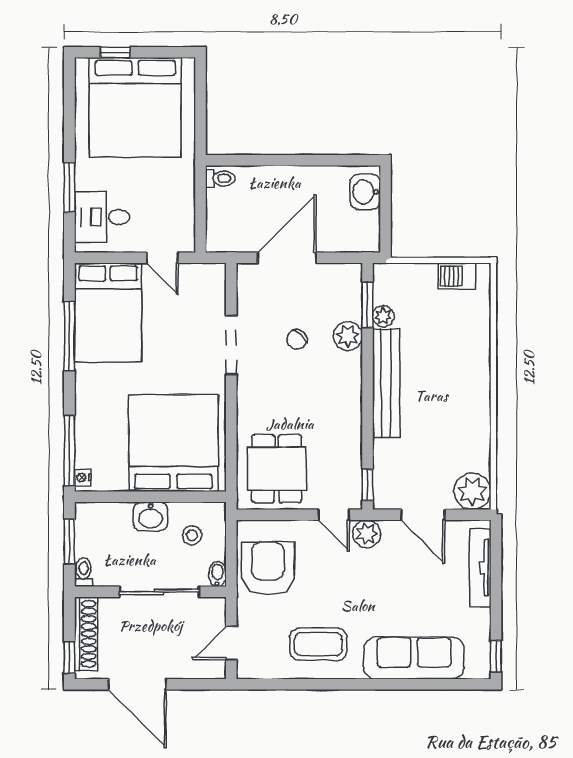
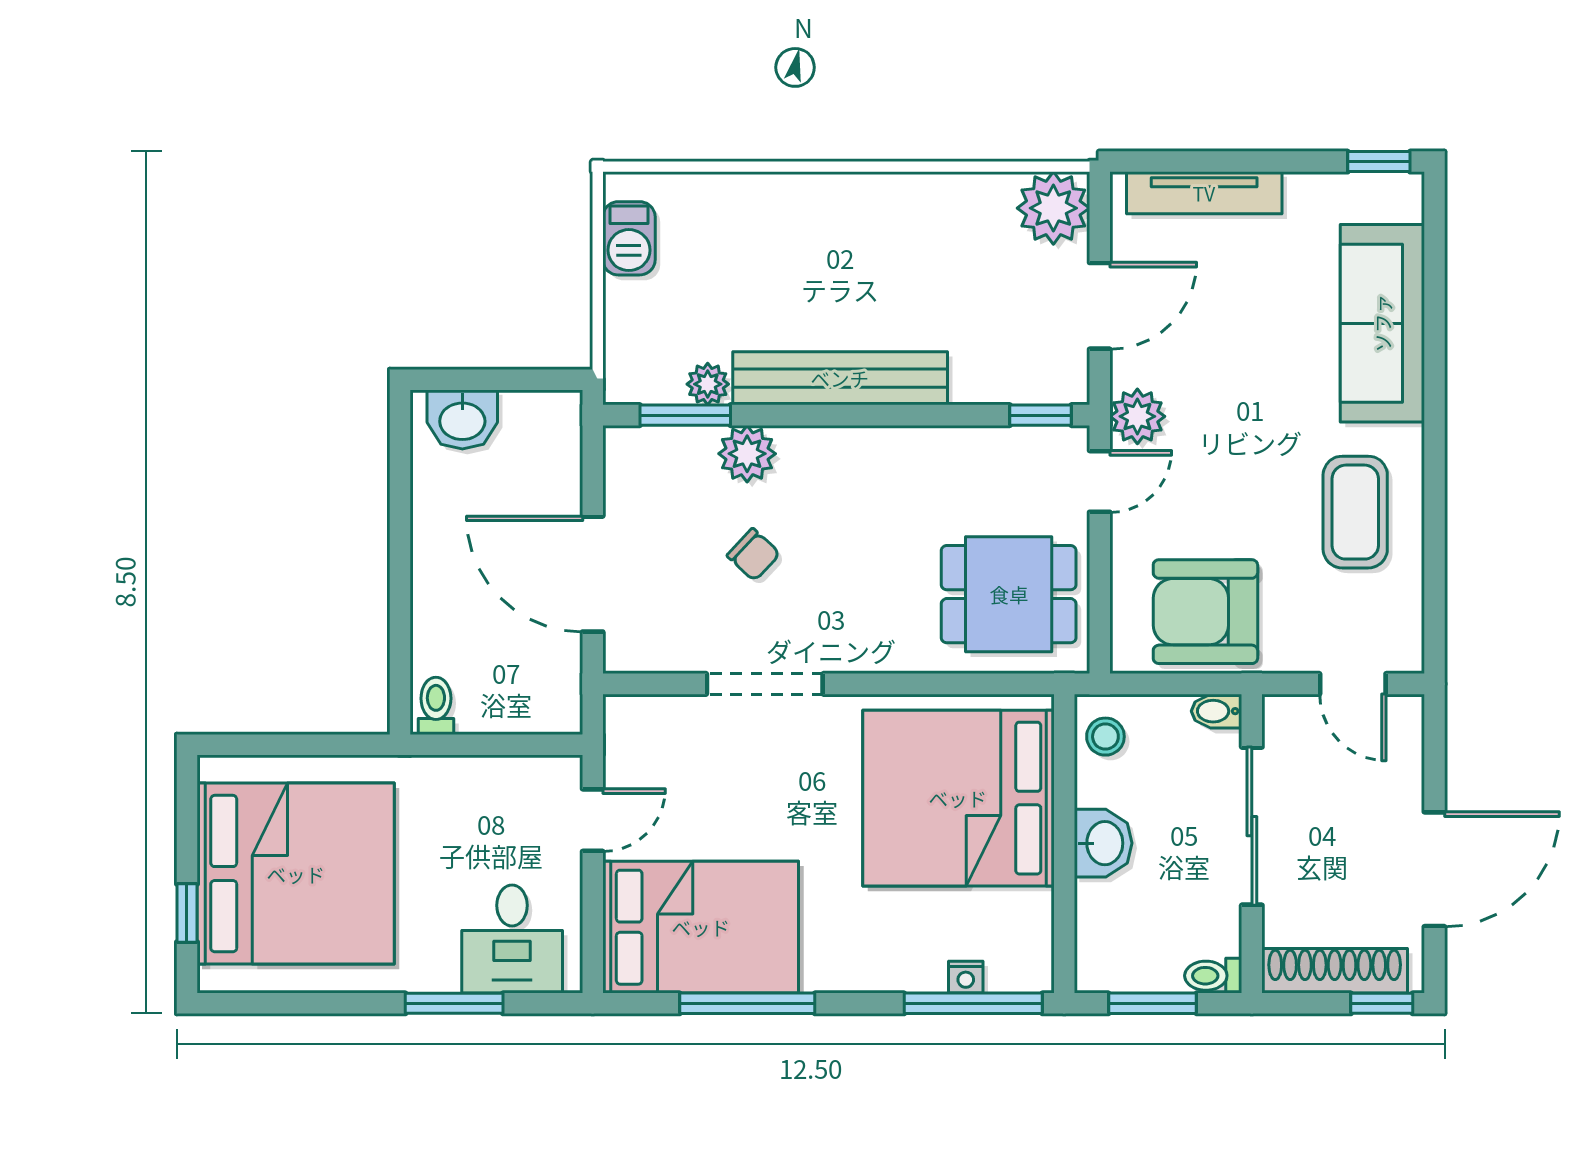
nightstand: (83, 478) -> (966, 977), moved
stool: (192, 535) -> (1105, 737), moved

